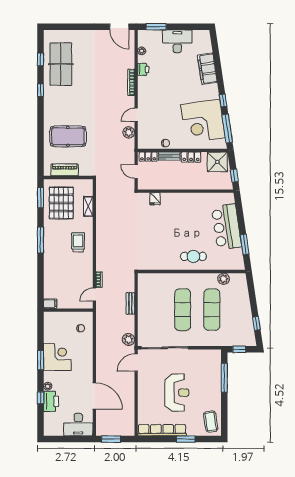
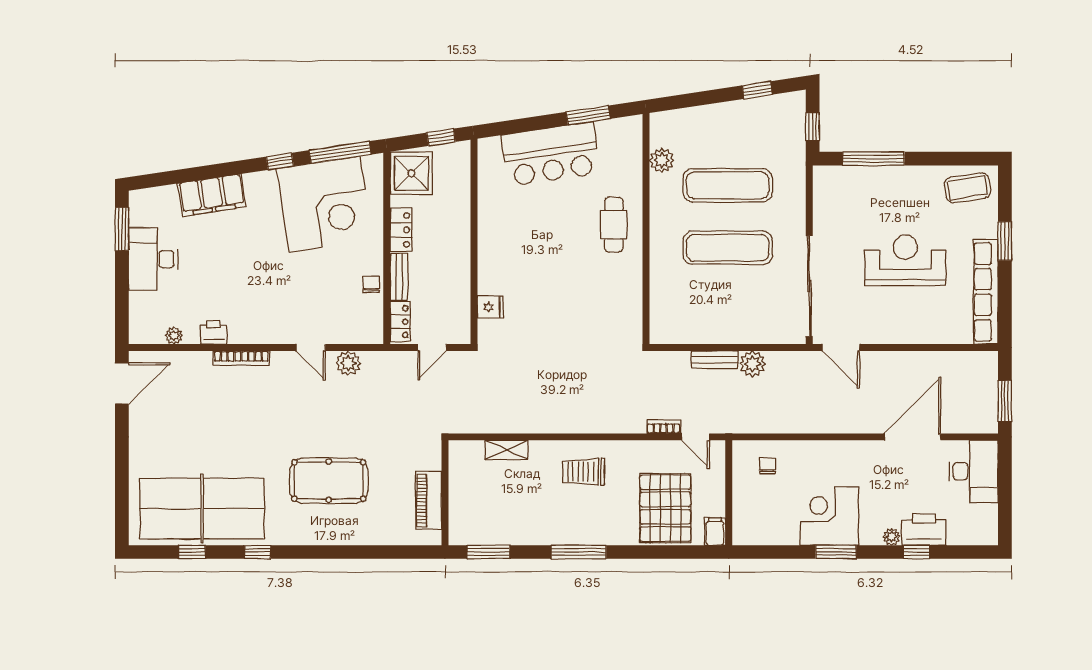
window: (156, 27) -> (122, 229), moved
table tennis table: (61, 64) -> (202, 509), width x1.36, depth x1.32
pool table: (68, 136) -> (329, 481), moved, turned 90
pallet: (61, 203) -> (665, 508), moved, turned 90
plant: (128, 339) -> (752, 364), moved

